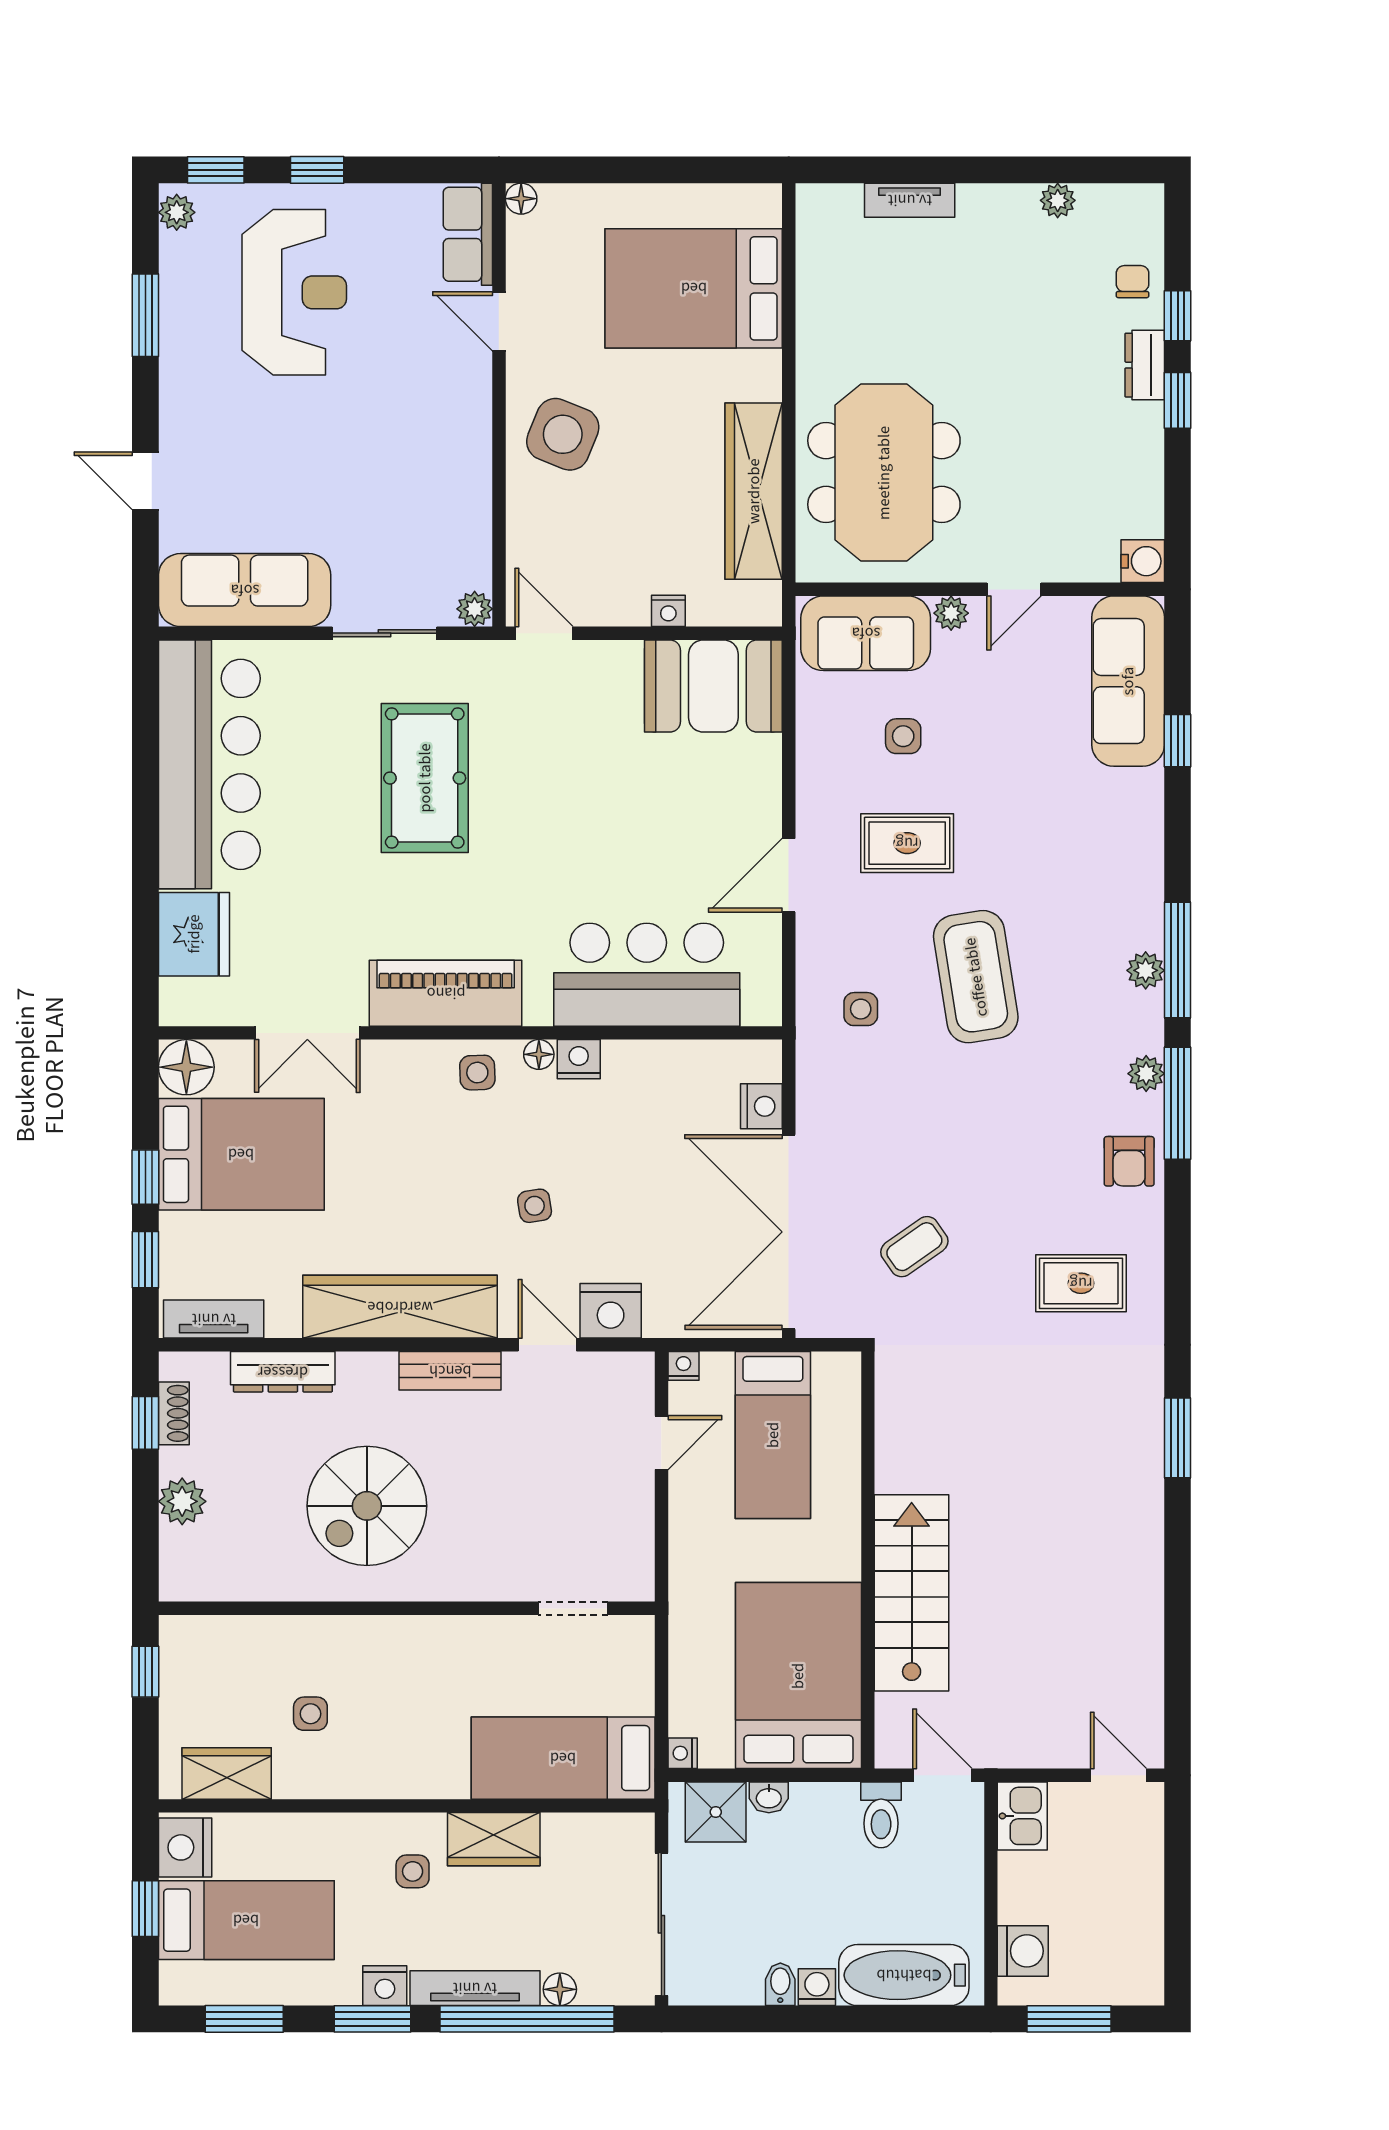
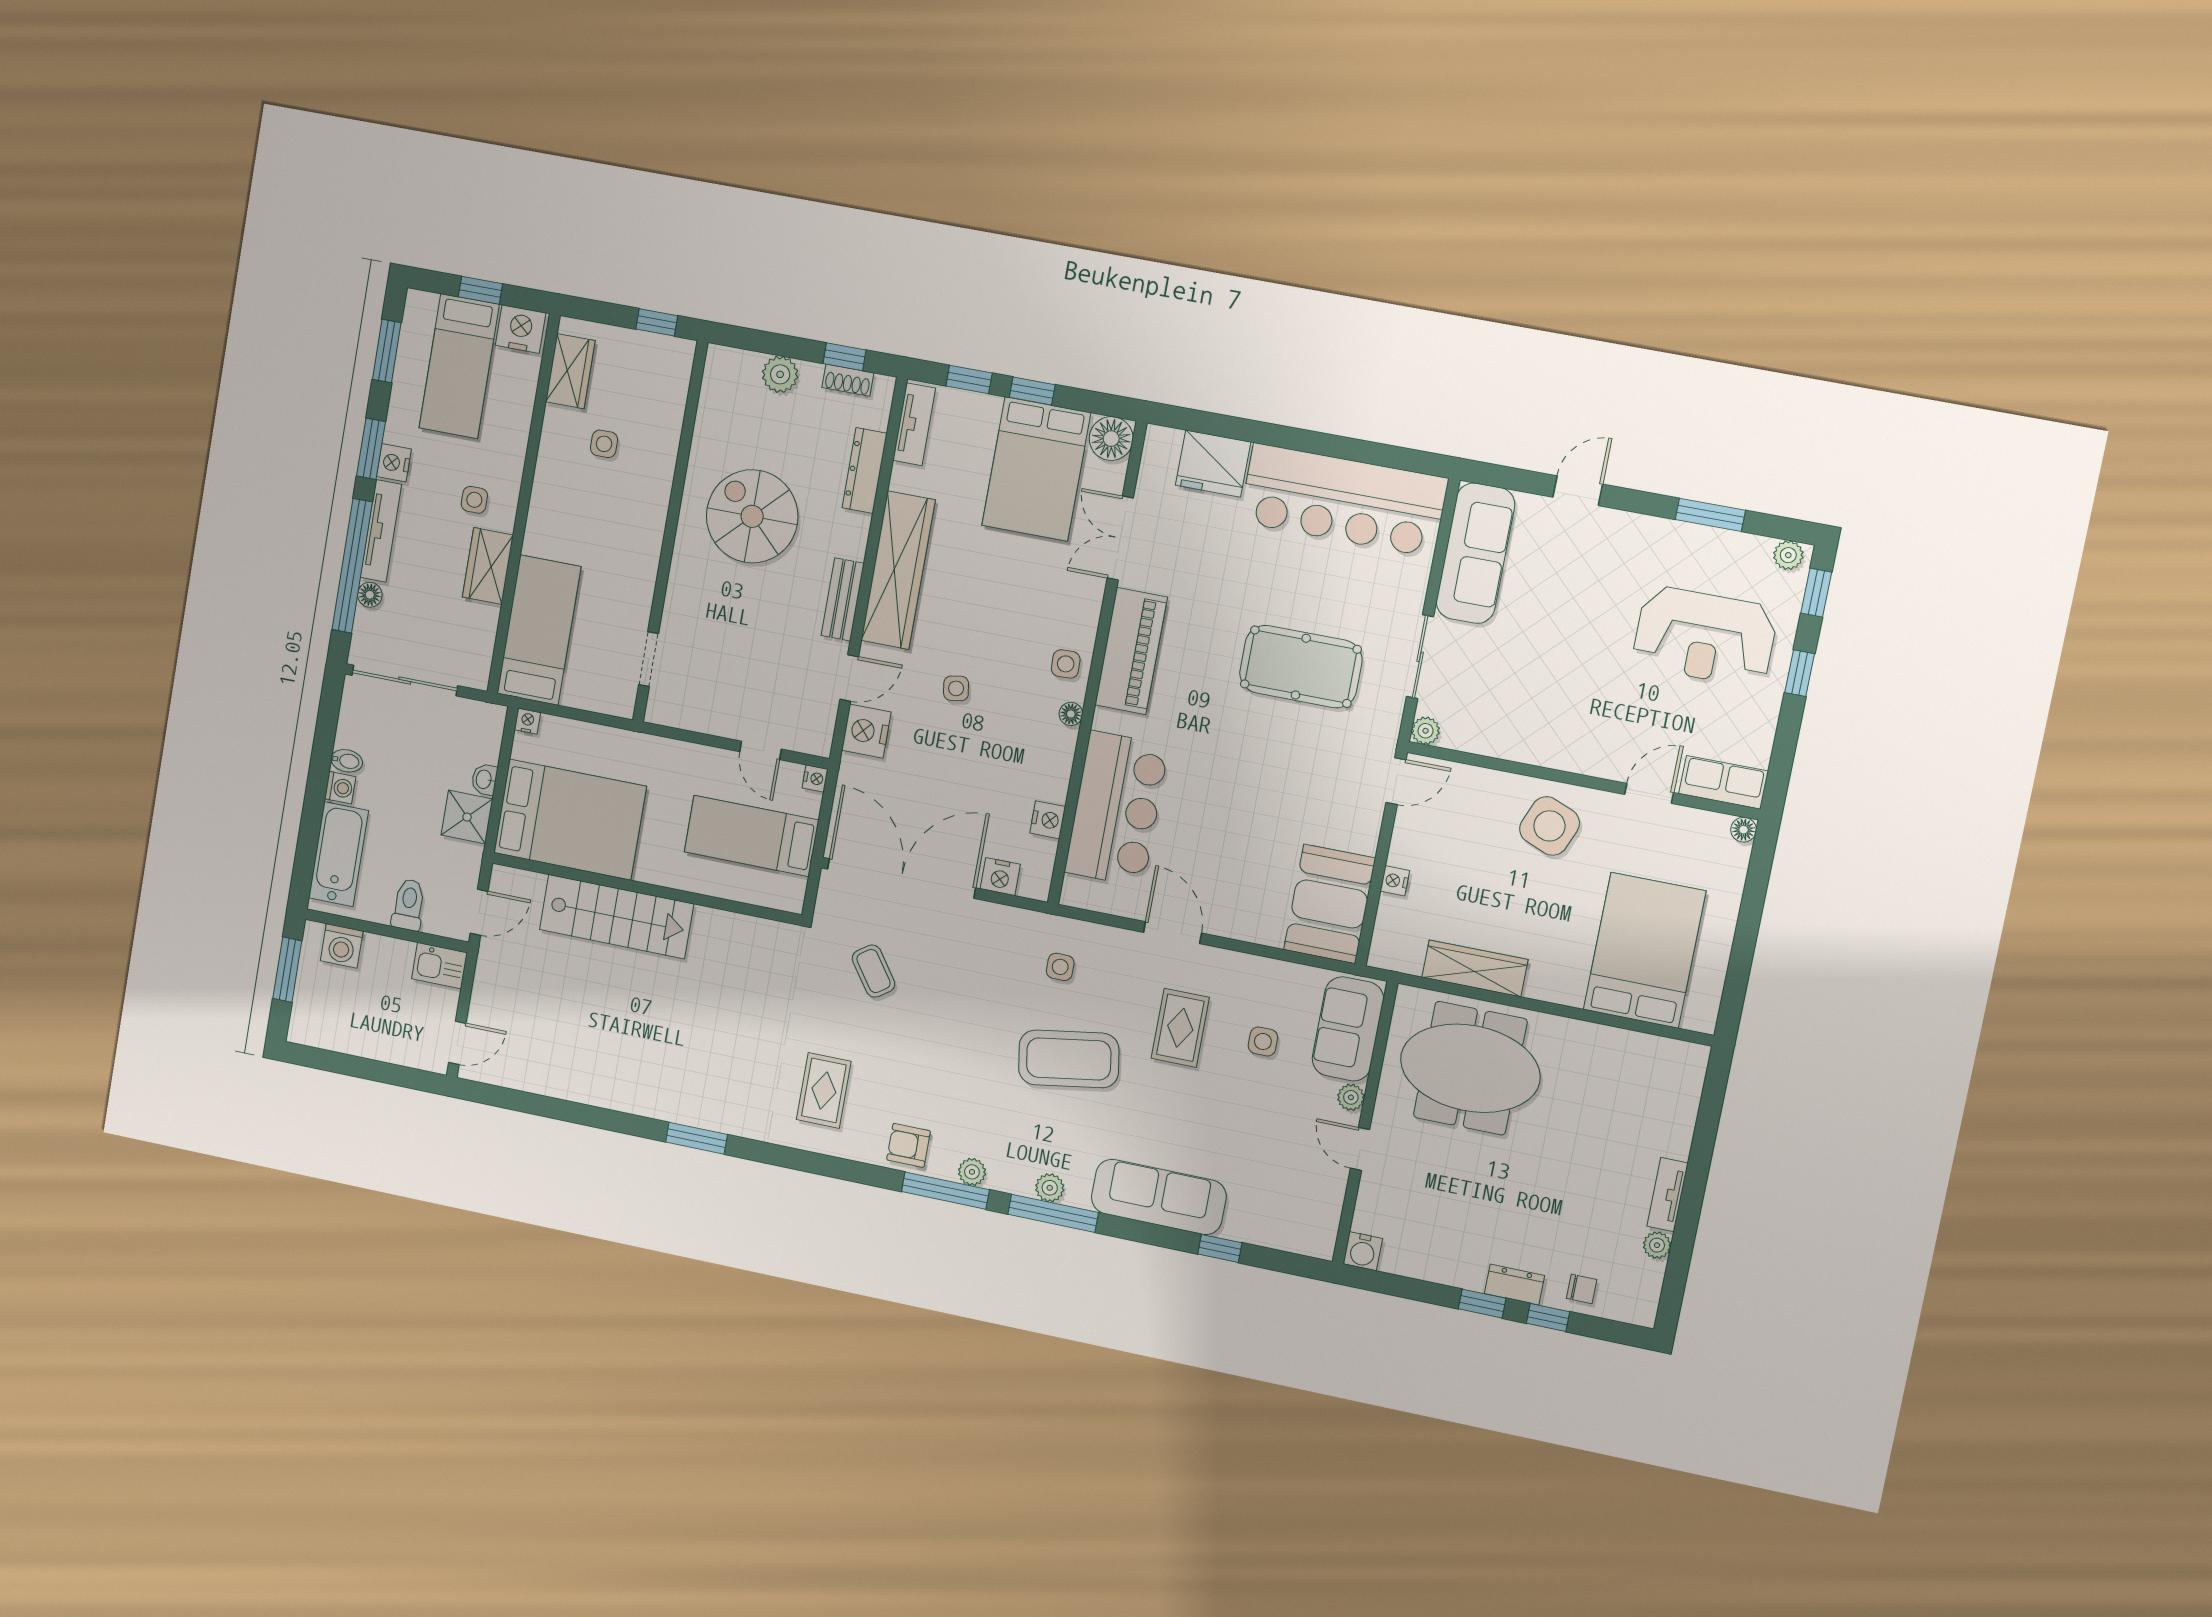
tv unit: (910, 200) -> (1668, 1195), moved
wardrobe: (754, 491) -> (1475, 968), width x0.71, depth x0.85
sofa: (1128, 681) -> (1159, 1197), moved
nightstand: (579, 1059) -> (1048, 820), moved
shower: (716, 1812) -> (467, 817), moved
toilet: (881, 1815) -> (409, 905), moved, turned 90

